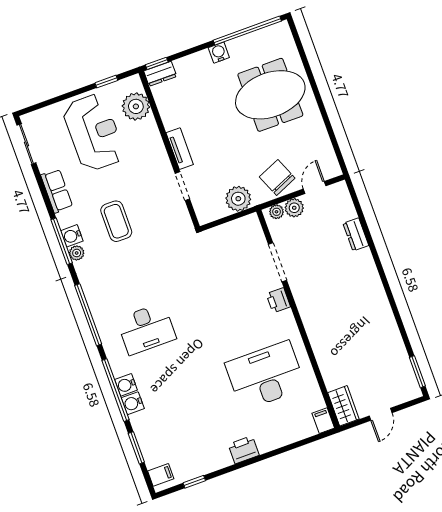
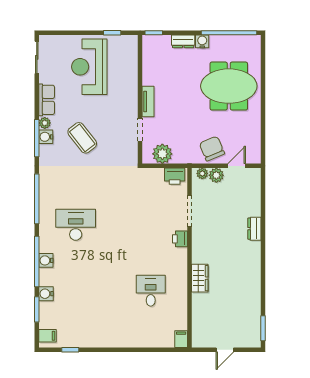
dresser: (160, 74) -> (183, 41), moved
plant: (136, 106) -> (127, 59), removed
reception desk: (94, 132) -> (89, 67), turned 180
plant: (238, 199) -> (162, 154), moved
coffee table: (116, 221) -> (82, 138), turned -38
dresser: (356, 234) -> (254, 229), moved
plant: (77, 253) -> (45, 123), moved
desk: (146, 329) -> (76, 225), turned 180
desk: (265, 376) -> (151, 291), width x0.53, depth x0.77
water cooler: (133, 403) -> (46, 294), moved
wardrobe: (343, 406) -> (200, 278), moved
printer: (244, 450) -> (175, 176), moved, turned 180

